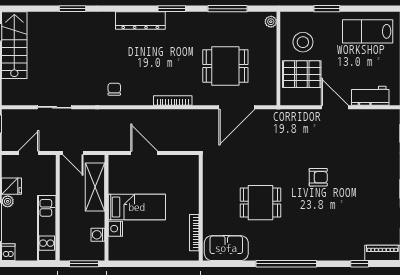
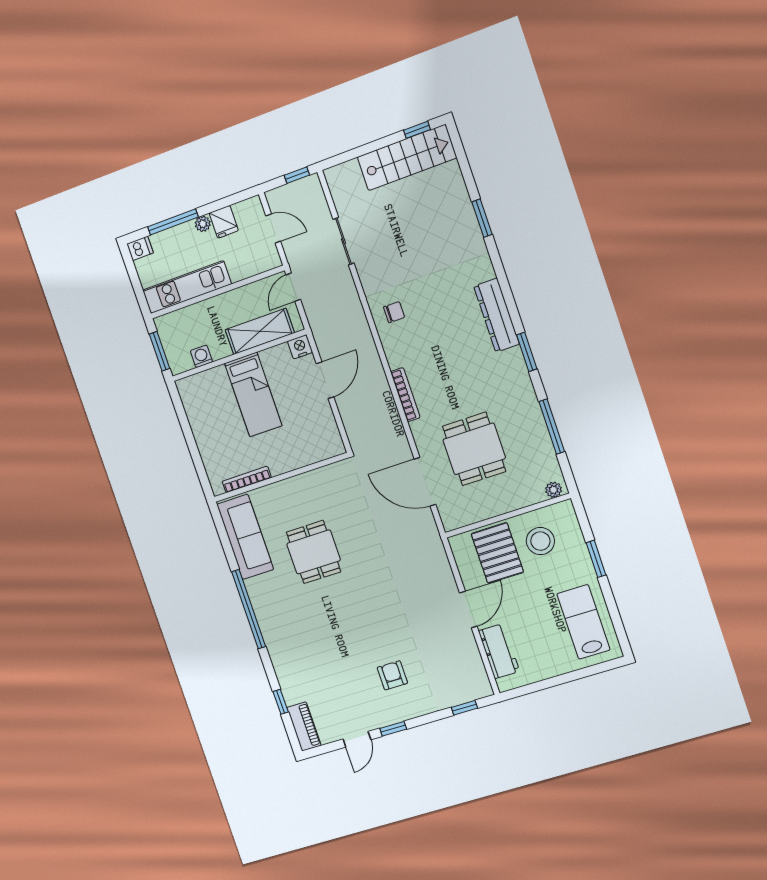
armchair: (318, 177) -> (392, 675), moved, turned 180
nightstand: (115, 229) -> (300, 347), moved
sofa: (226, 248) -> (245, 537), width x1.36

